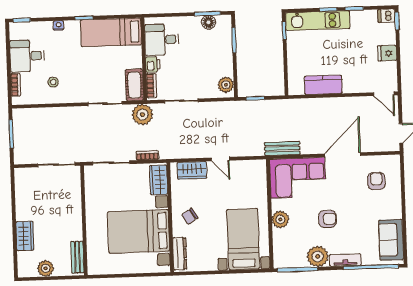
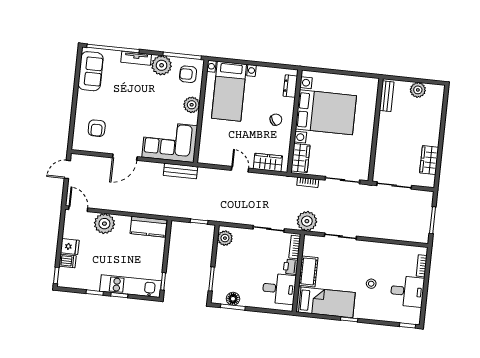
dishwasher: (387, 16) -> (68, 261), moved
nightstand: (58, 25) -> (374, 316), removed
stool: (53, 82) -> (371, 284), moved
plant: (354, 82) -> (104, 224), added
cot: (134, 85) -> (308, 271), moved
kitchen counter: (323, 85) -> (148, 227), moved
door: (343, 155) -> (125, 157), width x0.73
armchair: (327, 219) -> (188, 74), moved
wardrobe: (25, 236) -> (429, 160), moved
dresser: (180, 254) -> (290, 86), width x0.70

